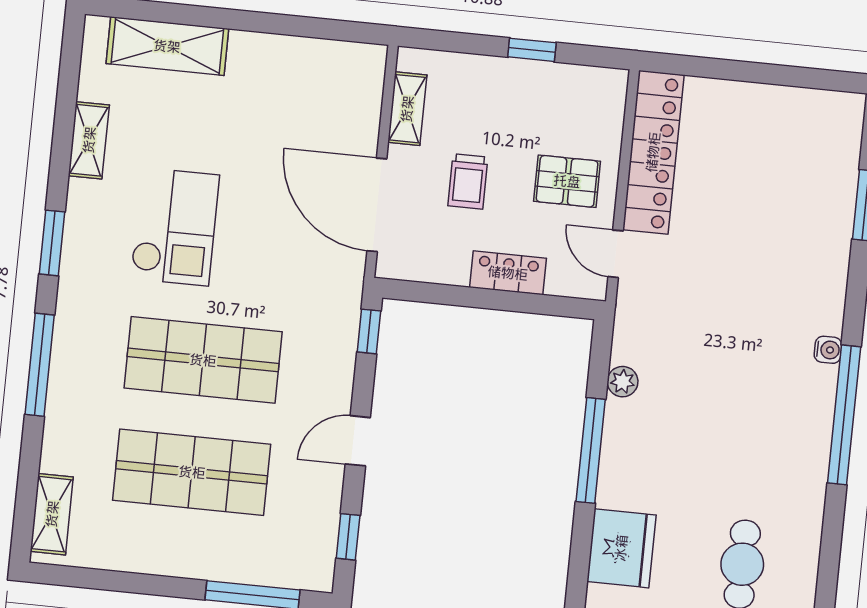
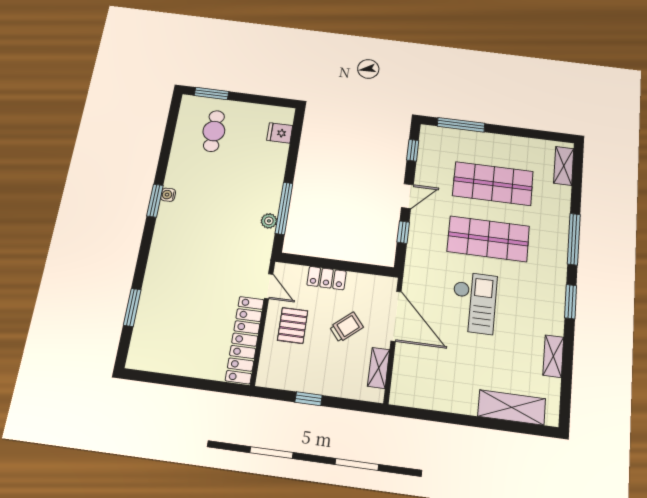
pallet: (567, 181) -> (293, 325), turned 90
trolley: (468, 182) -> (346, 327), turned 50
checkout: (175, 227) -> (474, 303), moved, turned 180
window: (369, 331) -> (403, 232), moved
water cooler: (828, 350) -> (168, 195), moved
window: (844, 415) -> (155, 201), width x0.47
window: (591, 450) -> (284, 208), moved
fridge: (621, 548) -> (280, 133), width x0.53, depth x0.75

